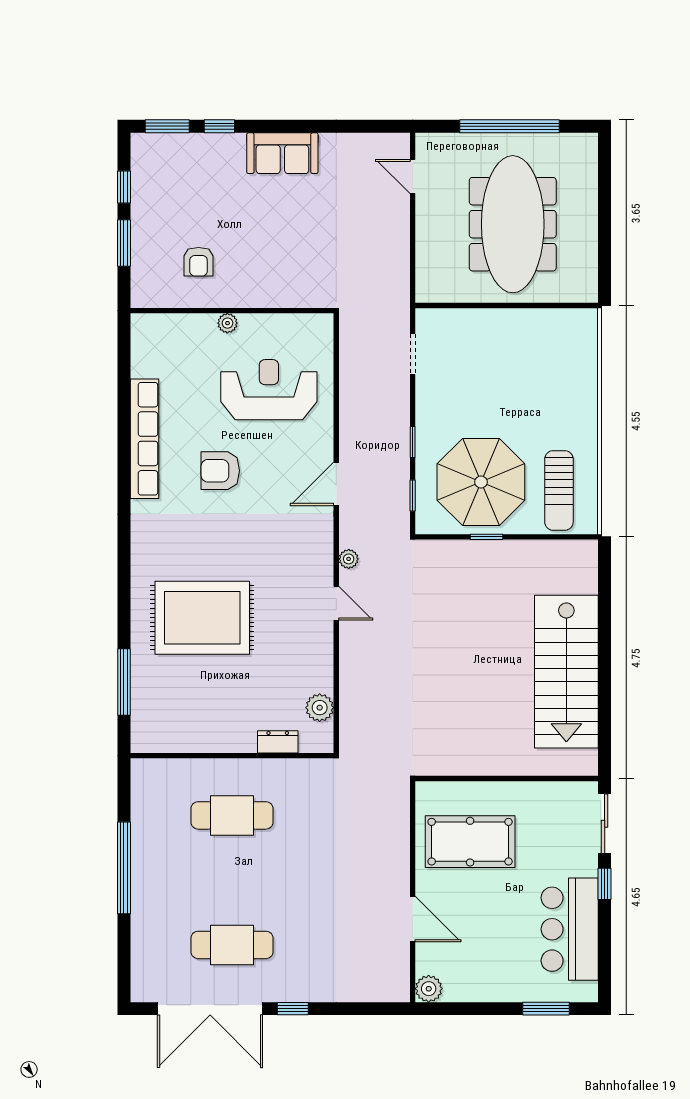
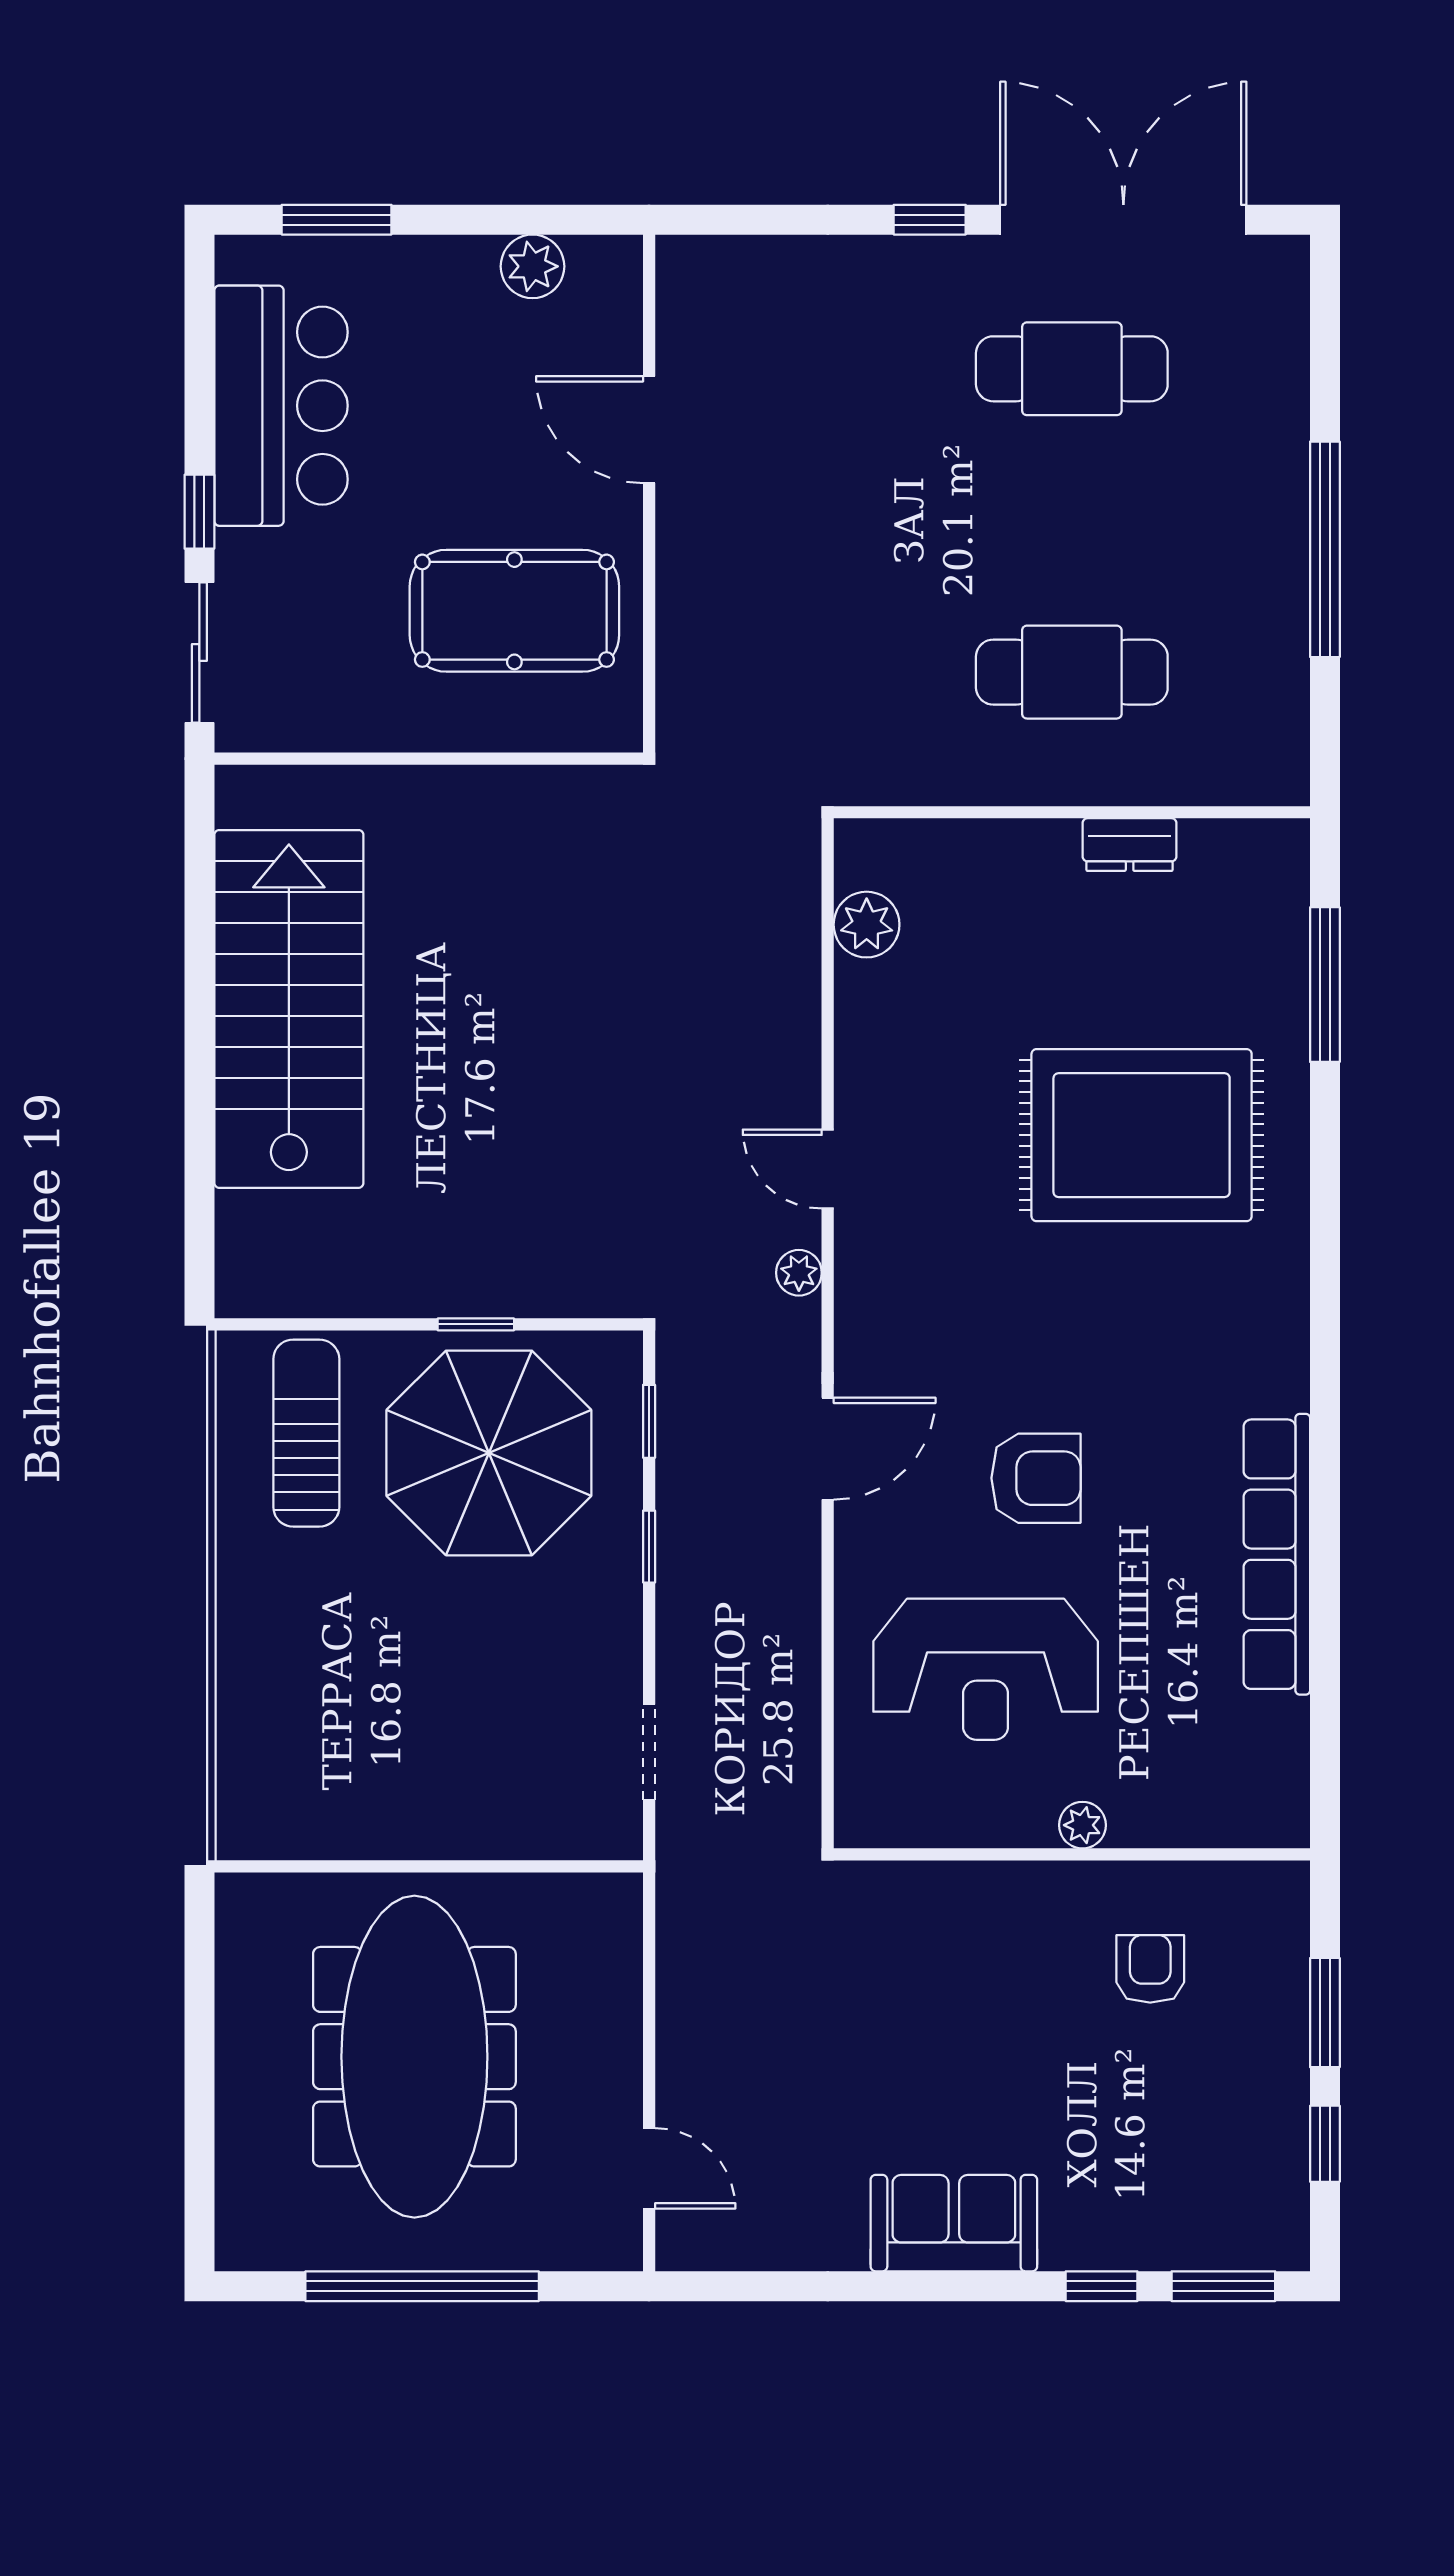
armchair: (220, 471) -> (1036, 1478), moved
dresser: (278, 742) -> (1130, 845), moved
plant: (429, 989) -> (533, 266), moved

